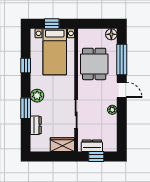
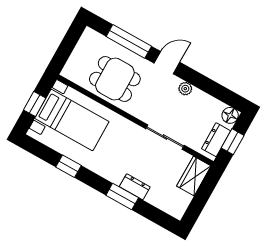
floor lamp: (111, 34) -> (230, 115), moved
plant: (37, 96) -> (114, 173), removed
dresser: (36, 125) -> (135, 187), moved

